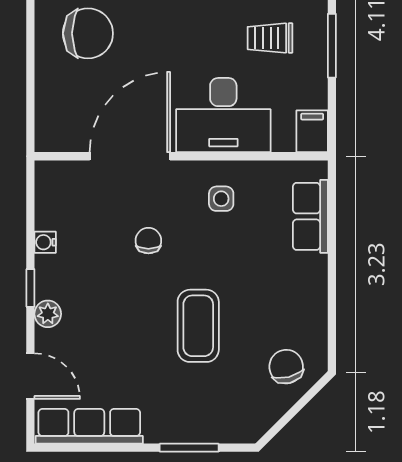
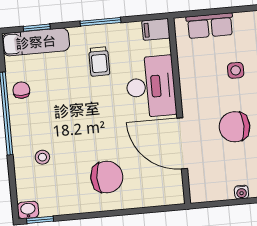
chair: (88, 33) -> (107, 177), turned 90
side table: (221, 199) -> (236, 70), moved
chair: (148, 241) -> (235, 127), width x1.87, depth x1.87

